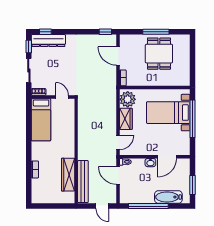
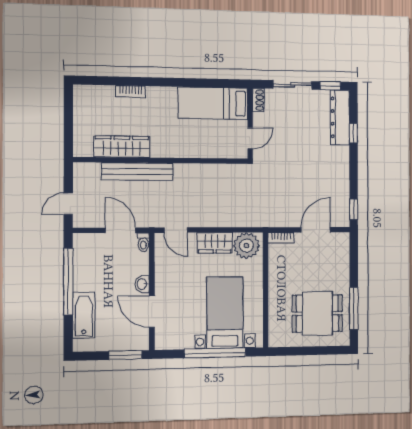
window: (45, 32) -> (353, 133), moved
window: (156, 32) -> (354, 308), moved
dining table: (159, 54) -> (317, 313), moved
door: (118, 175) -> (121, 230), hinge flipped
bench: (83, 182) -> (137, 172), moved
window: (193, 185) -> (126, 355), moved

